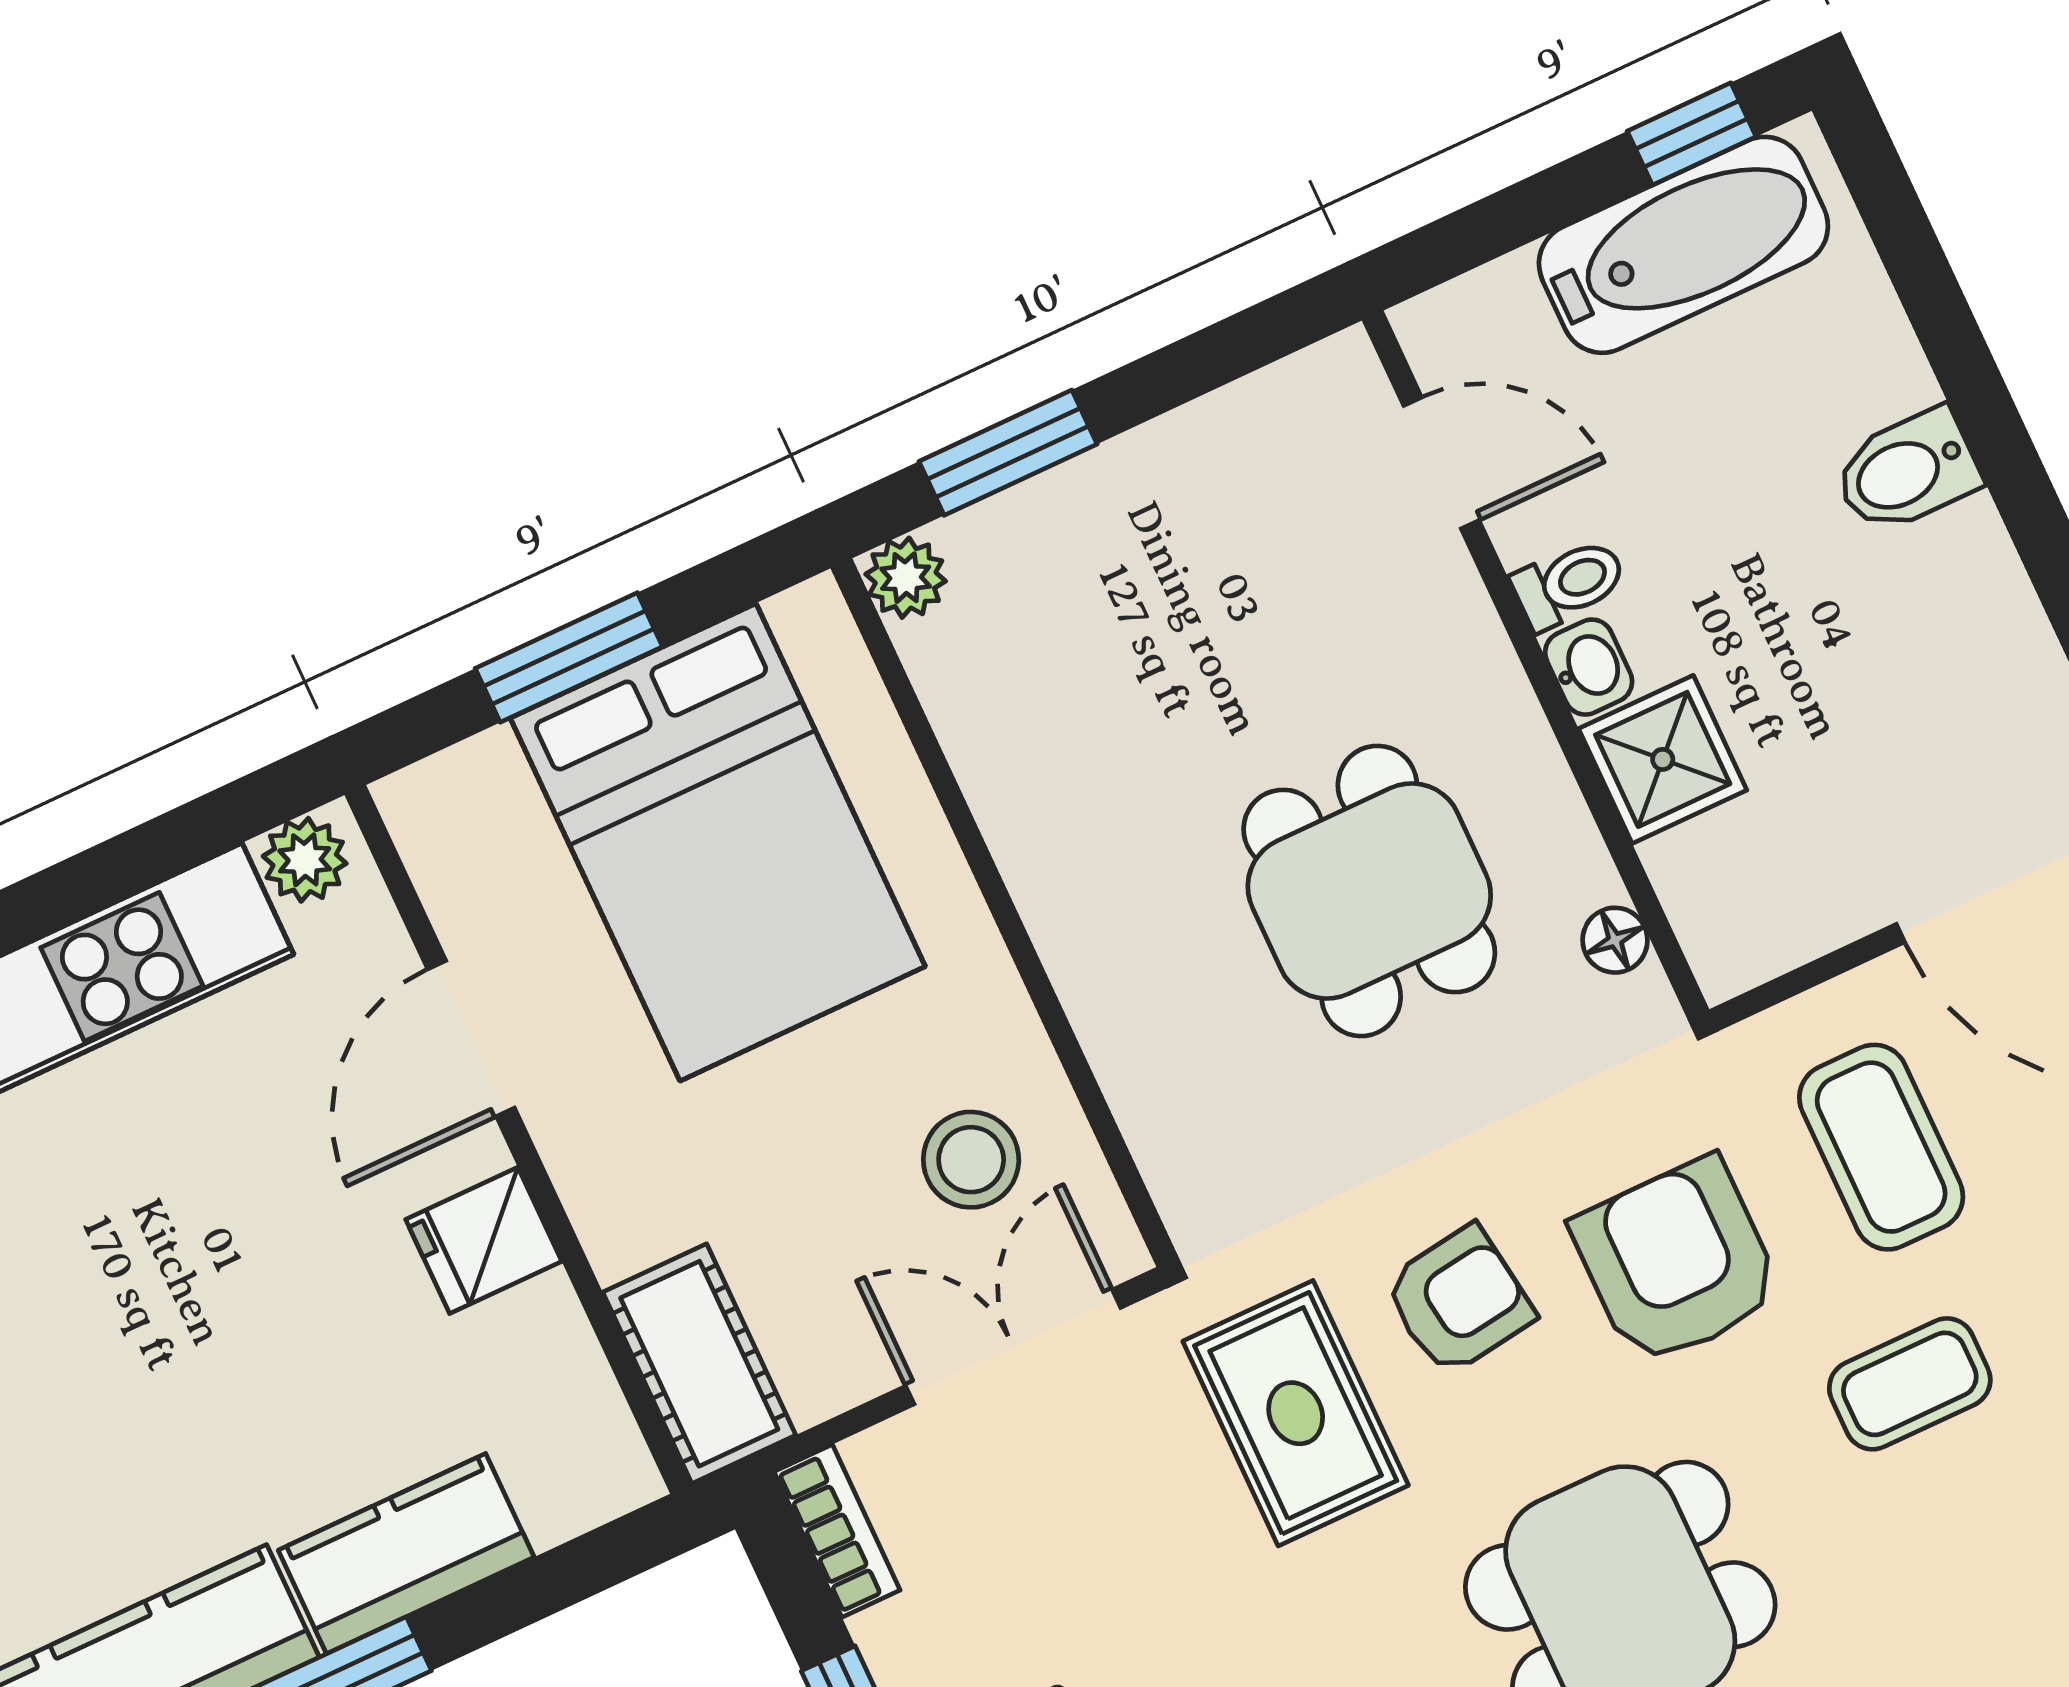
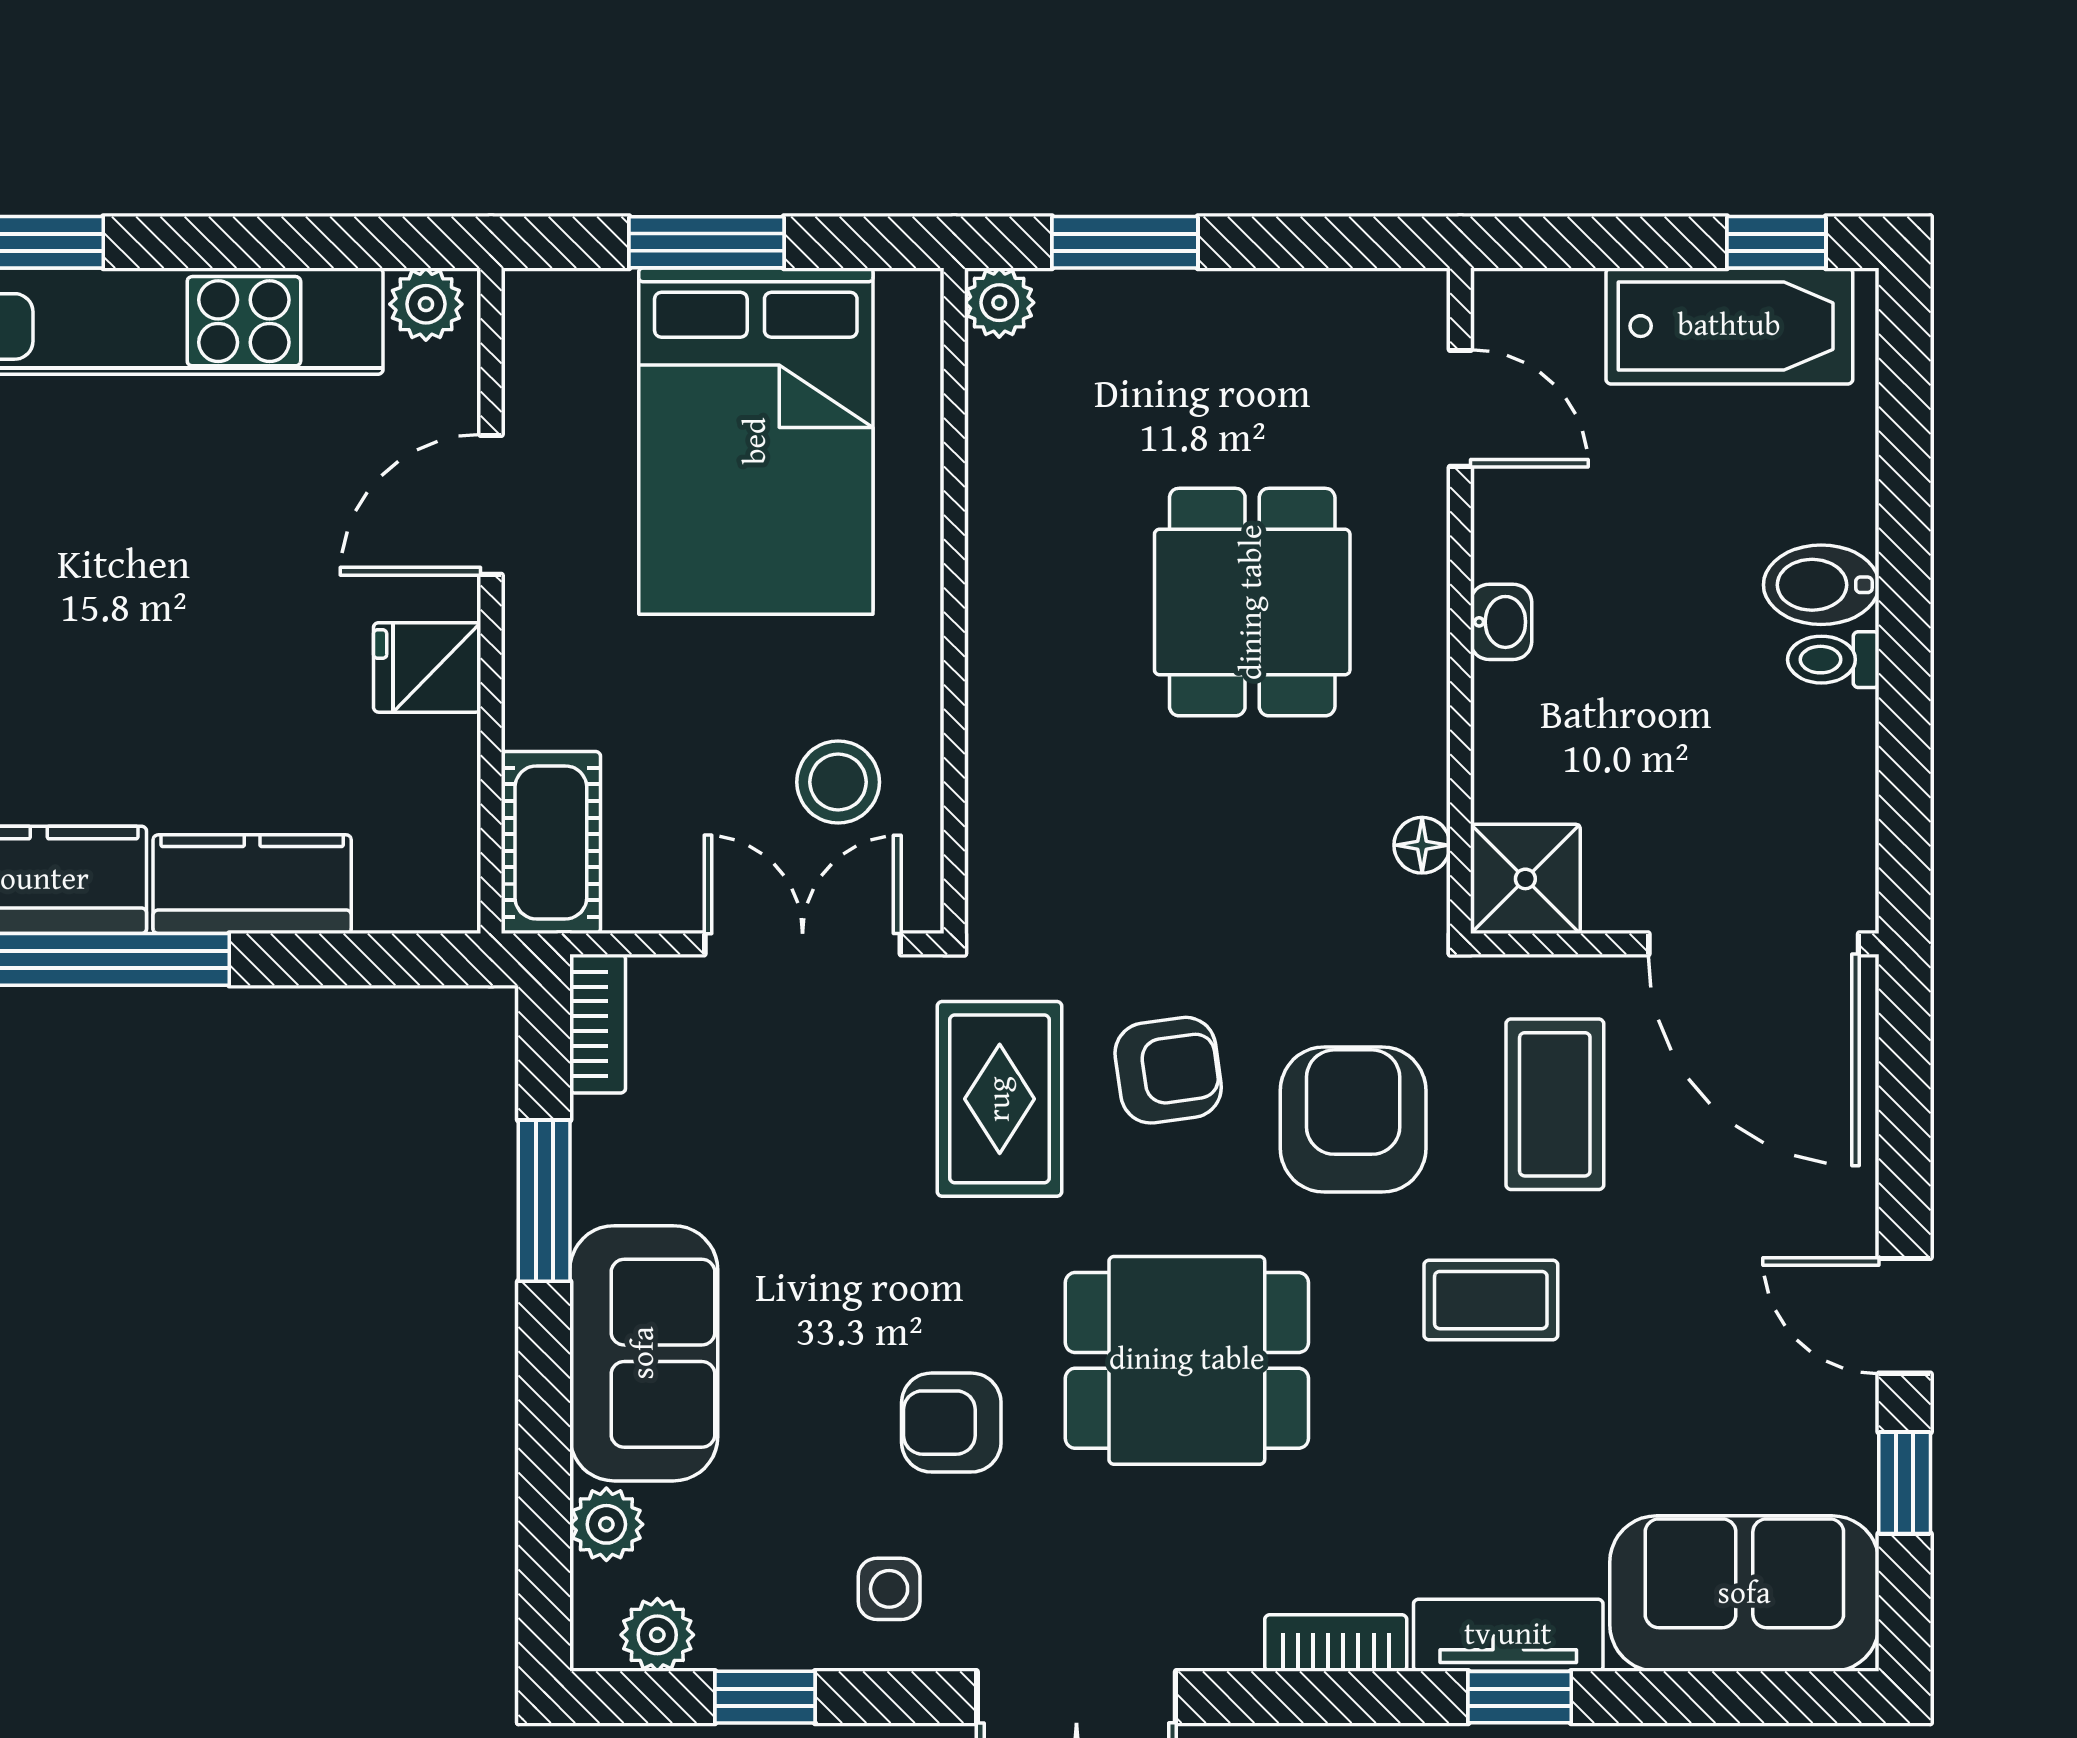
toilet: (1569, 583) -> (1833, 660), moved, turned 180
shower: (1663, 759) -> (1525, 879), moved
dining table: (1369, 891) -> (1252, 602), moved

